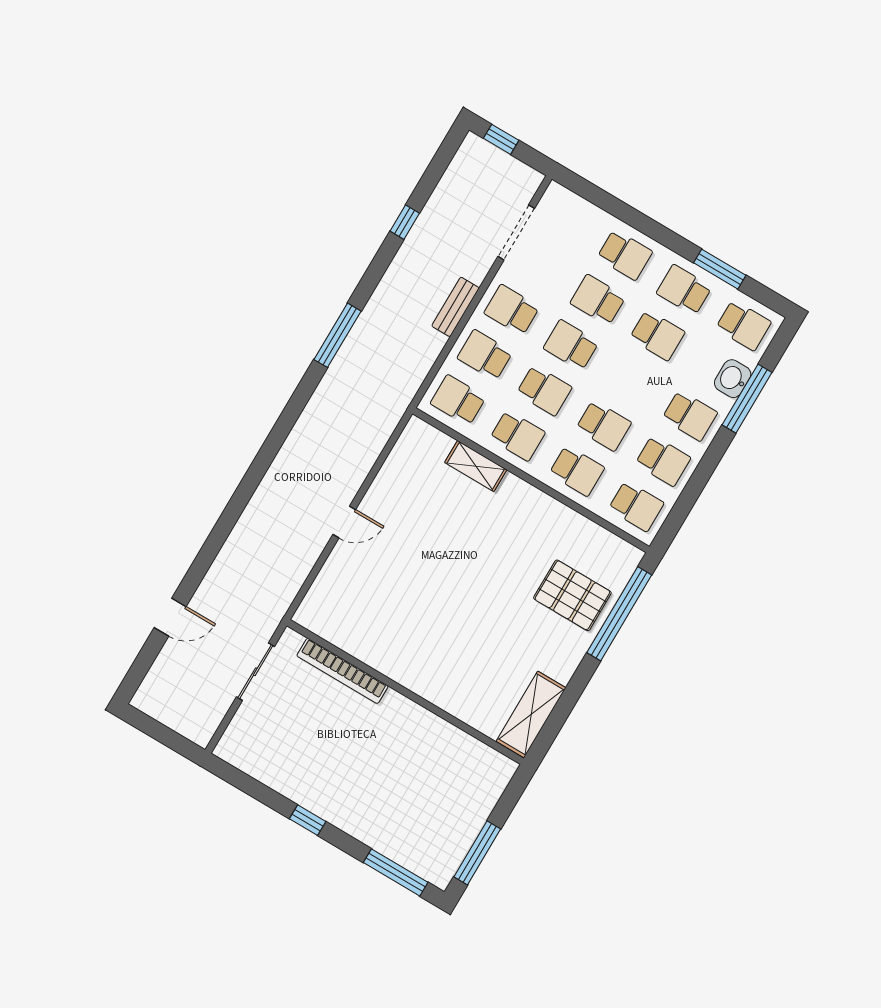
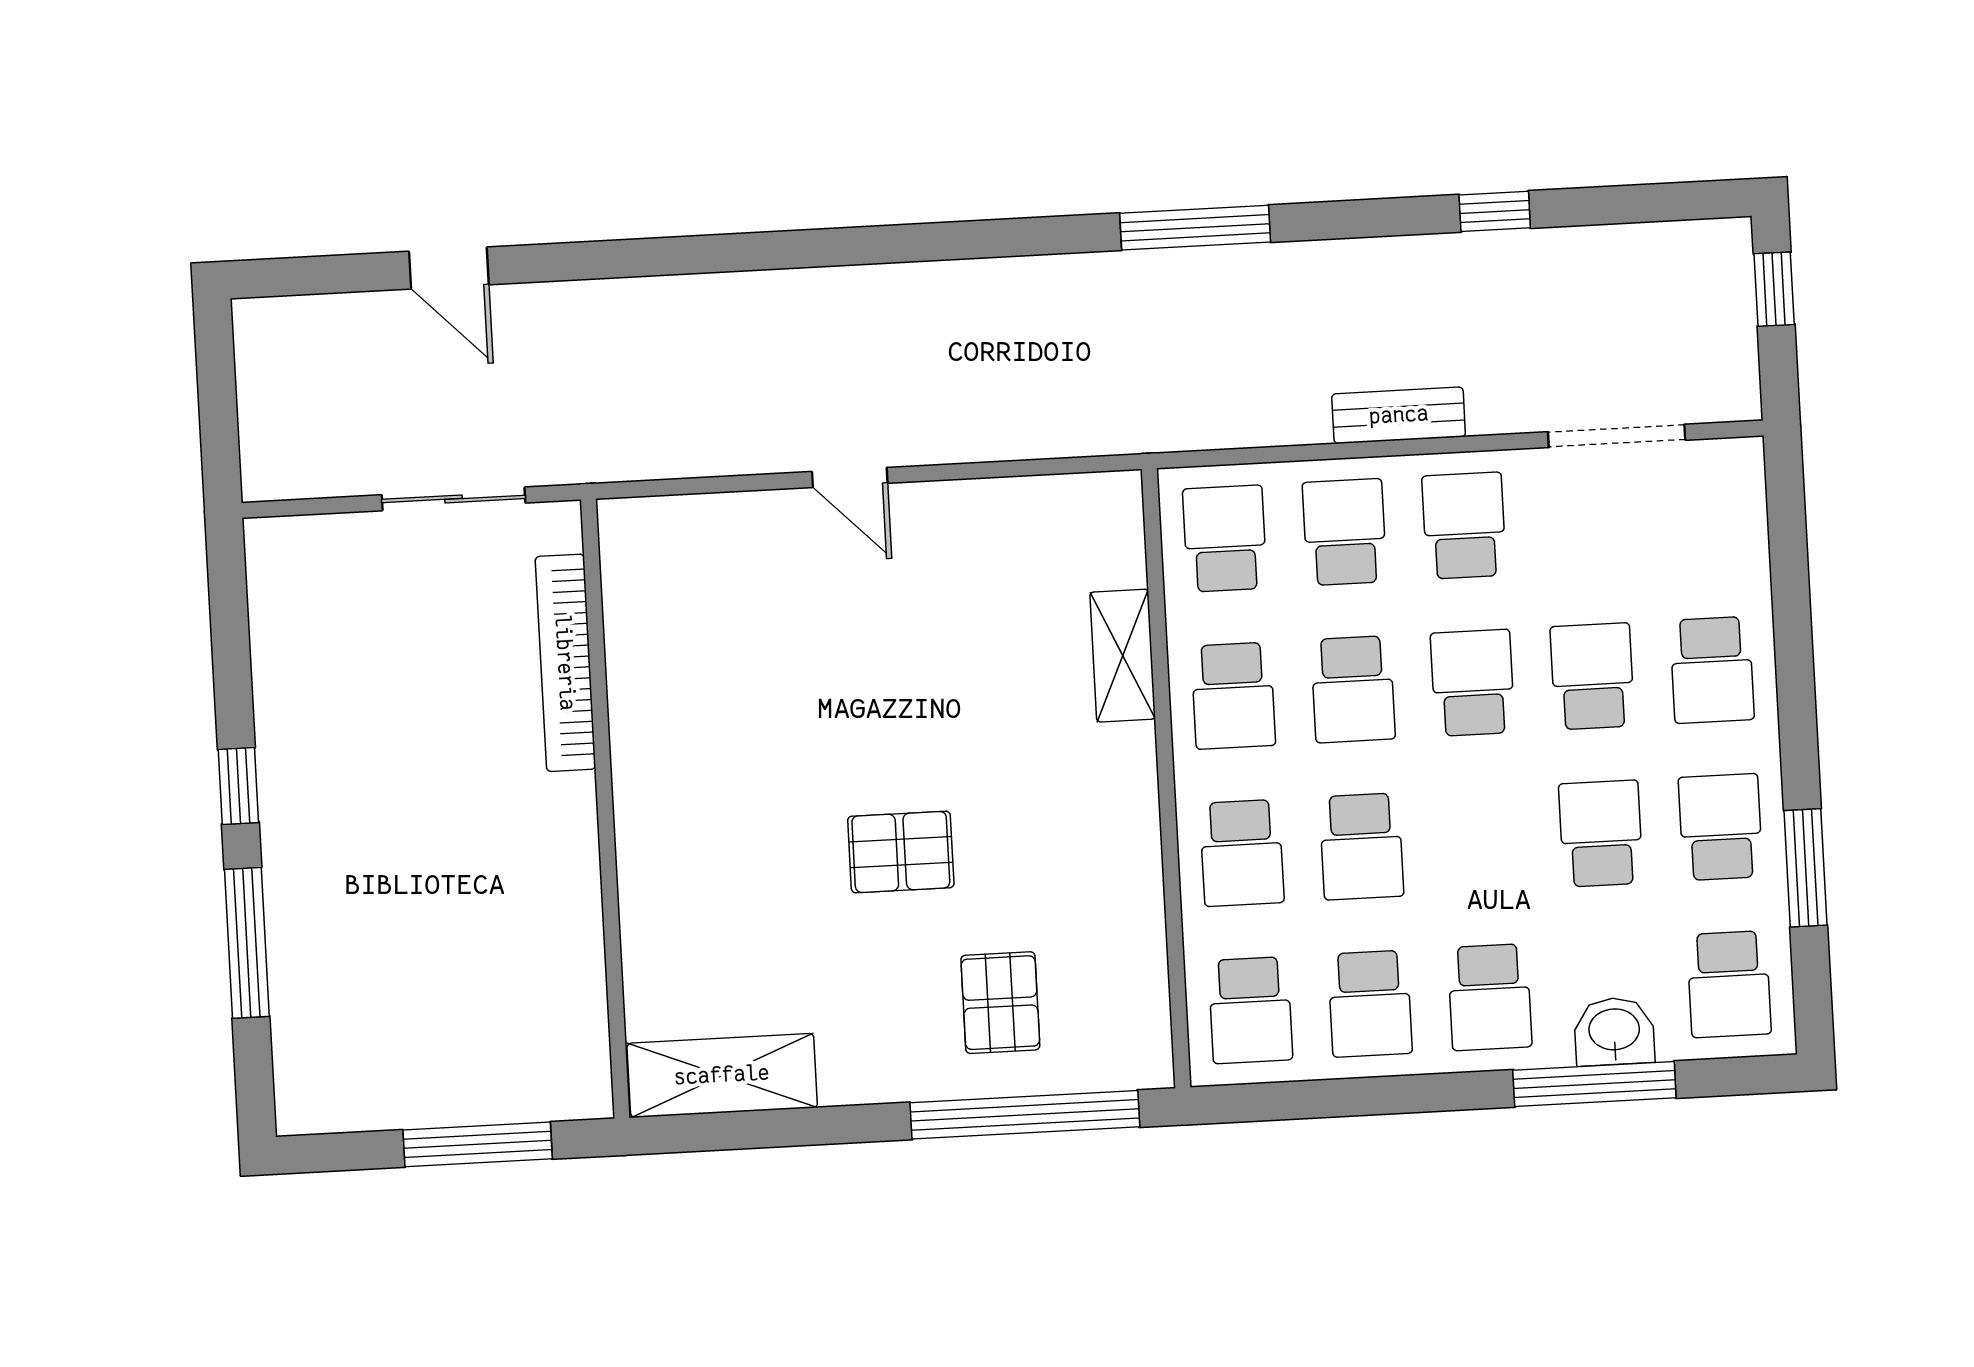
school desk: (657, 335) -> (1601, 833), turned 180
pallet: (493, 595) -> (901, 852), added
pallet: (572, 595) -> (1000, 1003), width x0.67, depth x0.71
window: (477, 853) -> (478, 1144), moved
window: (396, 872) -> (247, 943), moved

